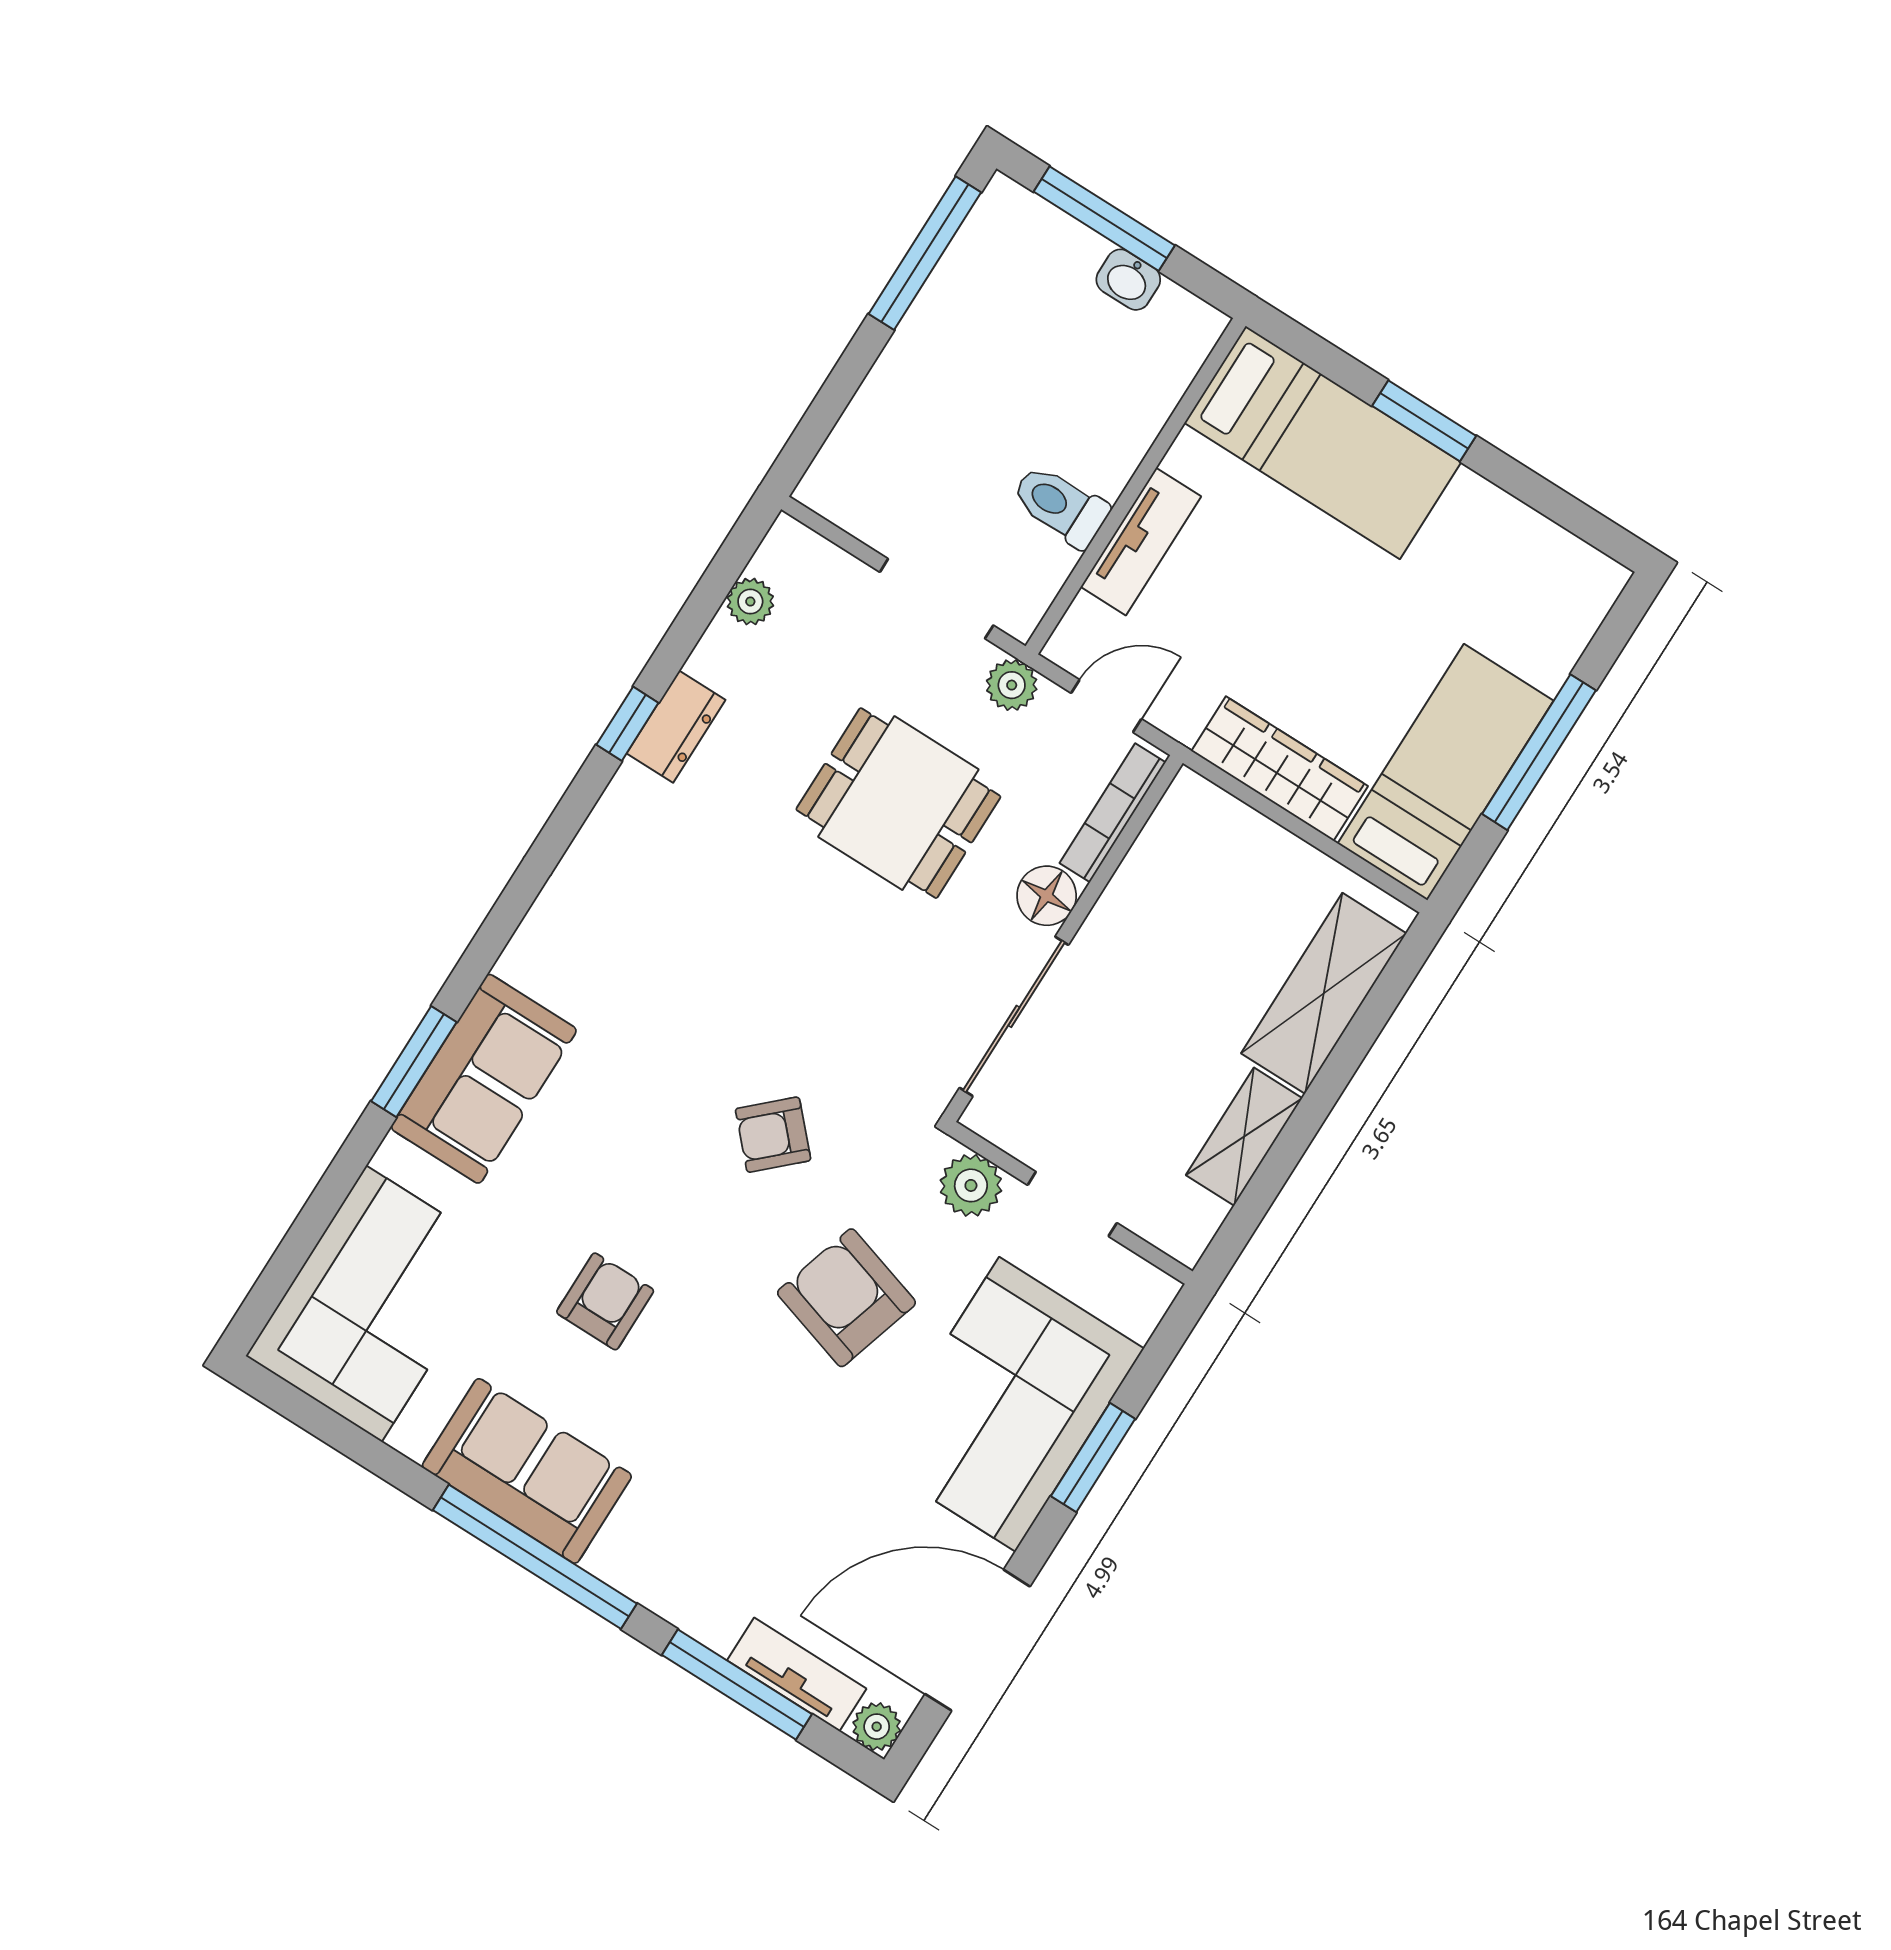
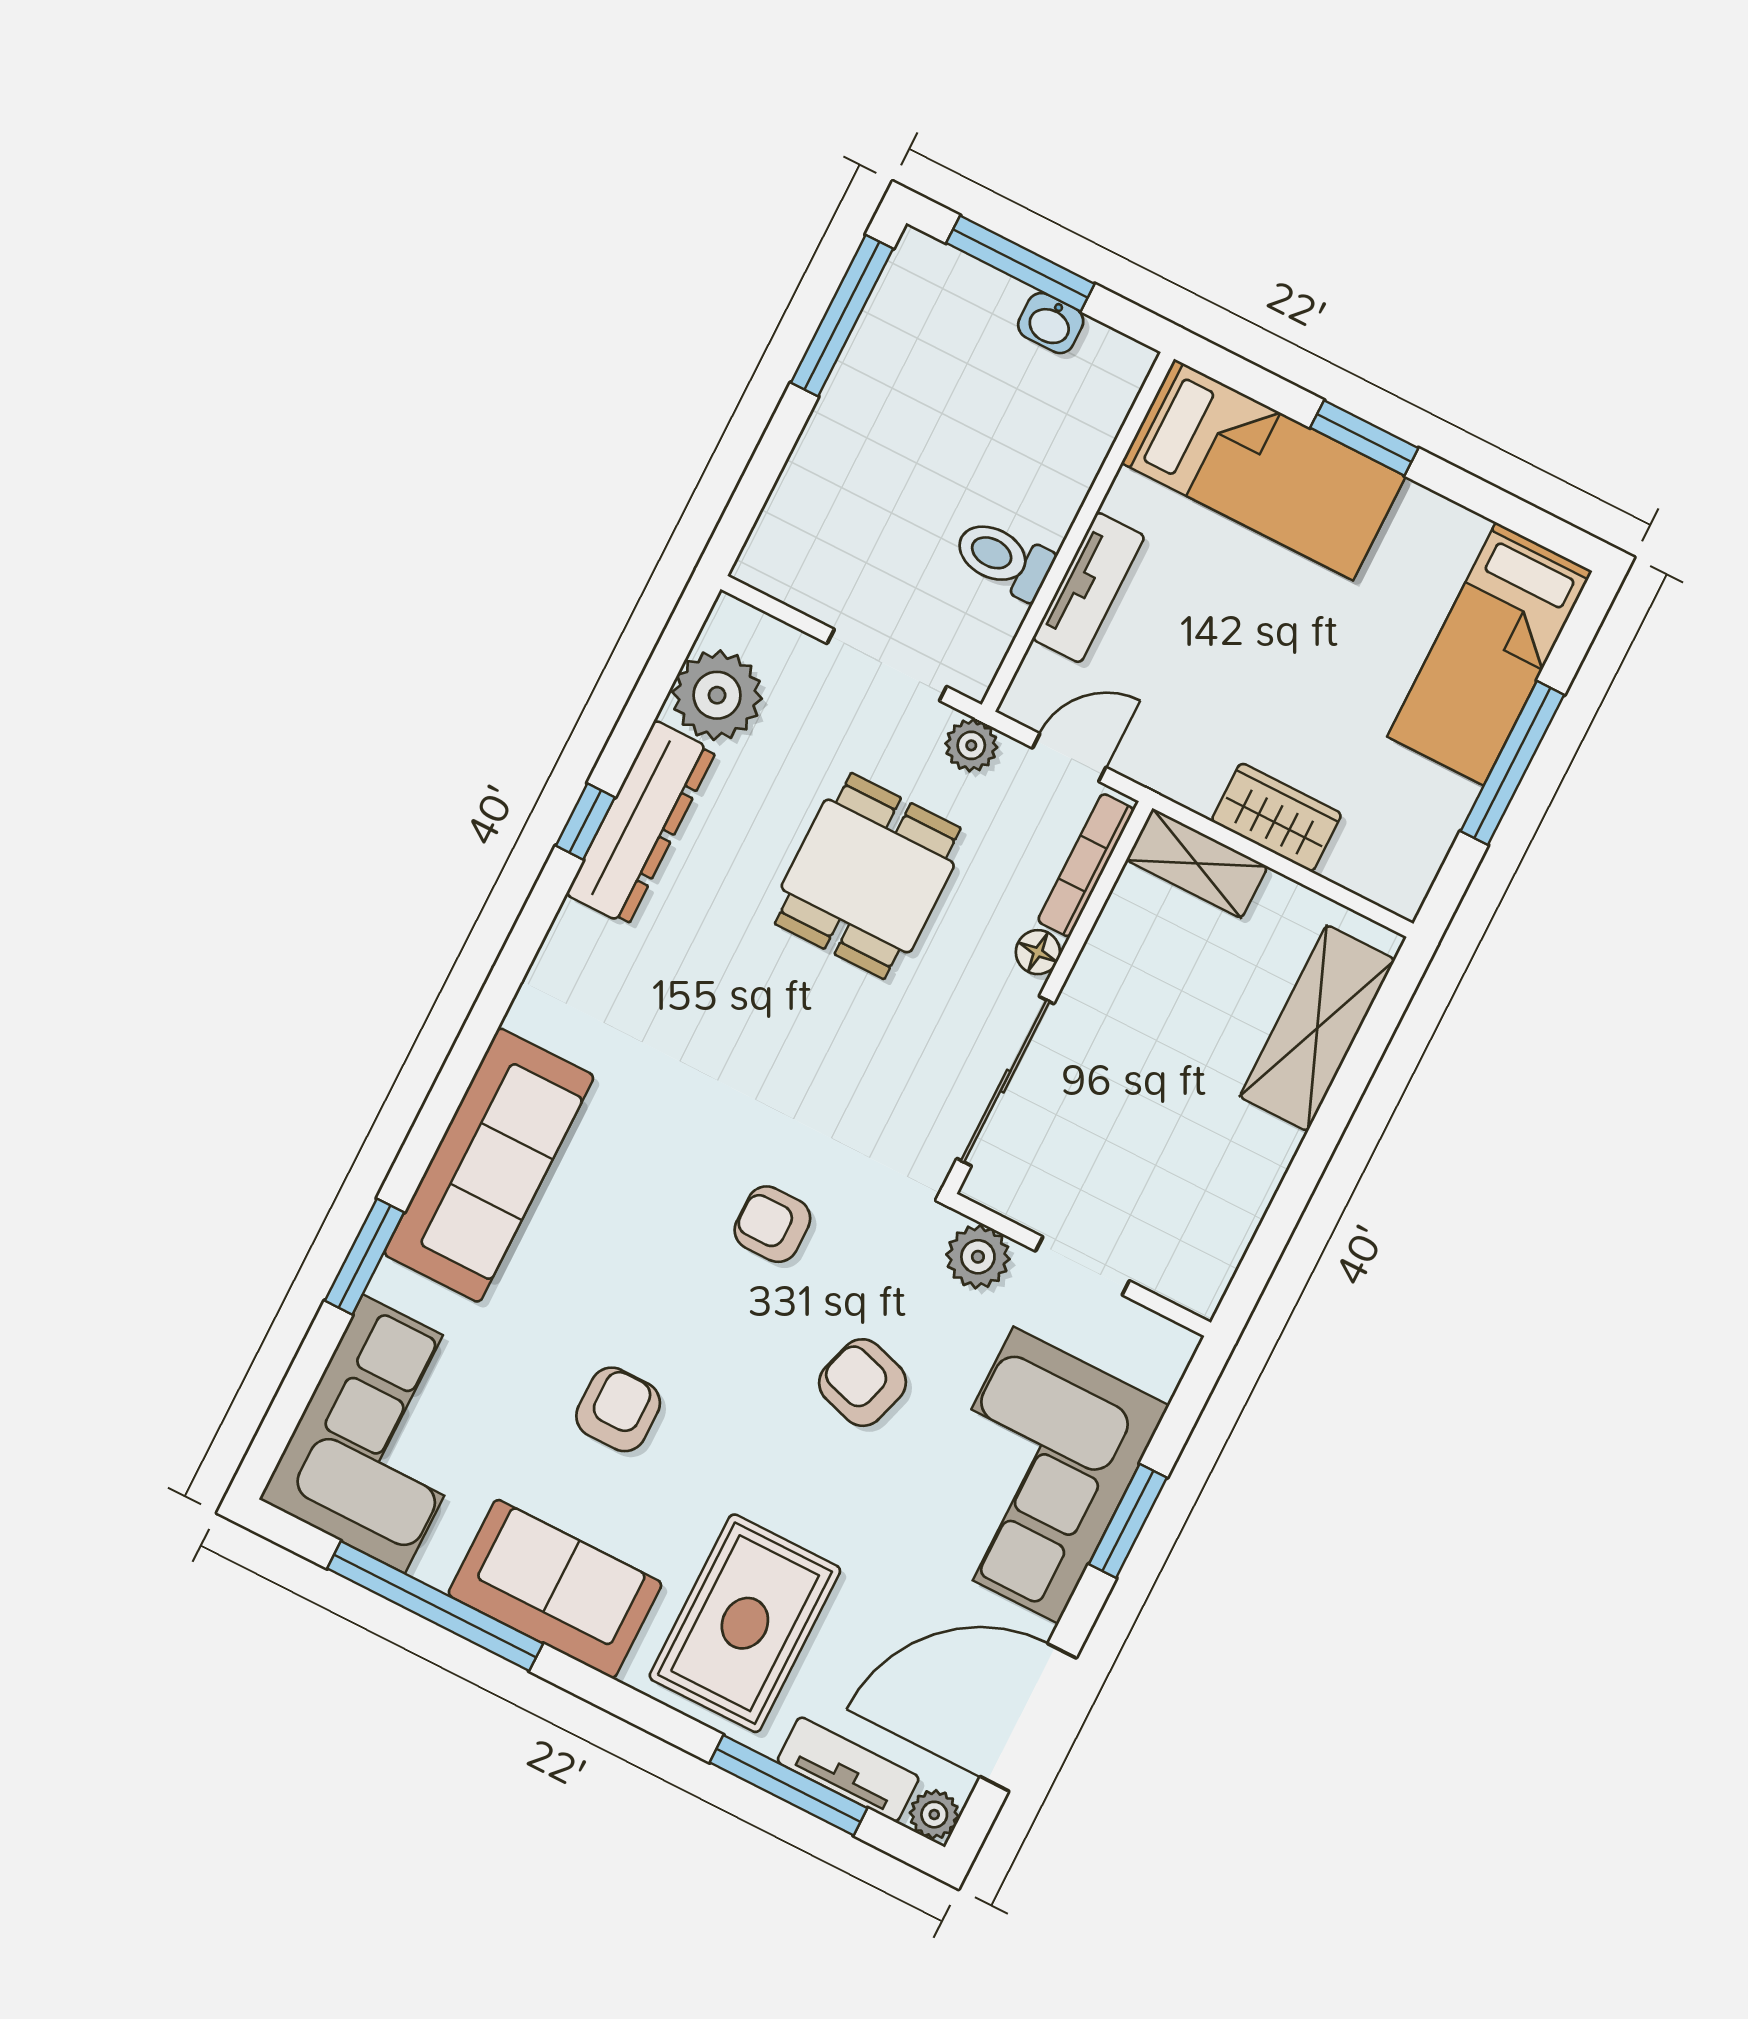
plant: (750, 602) -> (717, 695), width x1.88, depth x1.88
dresser: (676, 727) -> (641, 823), width x1.96, depth x1.24
wardrobe: (1280, 769) -> (1277, 817), width x0.67
bed: (1446, 772) -> (1490, 654), moved, turned 180
dining table: (898, 803) -> (868, 876), turned 90
floor lamp: (1047, 896) -> (1038, 952), width x0.73, depth x0.73
window: (414, 1062) -> (365, 1257), moved
sofa: (484, 1079) -> (489, 1165), width x1.36
armchair: (773, 1135) -> (772, 1224), turned 43
shelving: (1244, 1137) -> (1197, 863), moved, turned 90
armchair: (846, 1298) -> (863, 1383), width x0.72, depth x0.72
rug: (709, 1522) -> (745, 1623), added
window: (535, 1557) -> (435, 1606), moved

